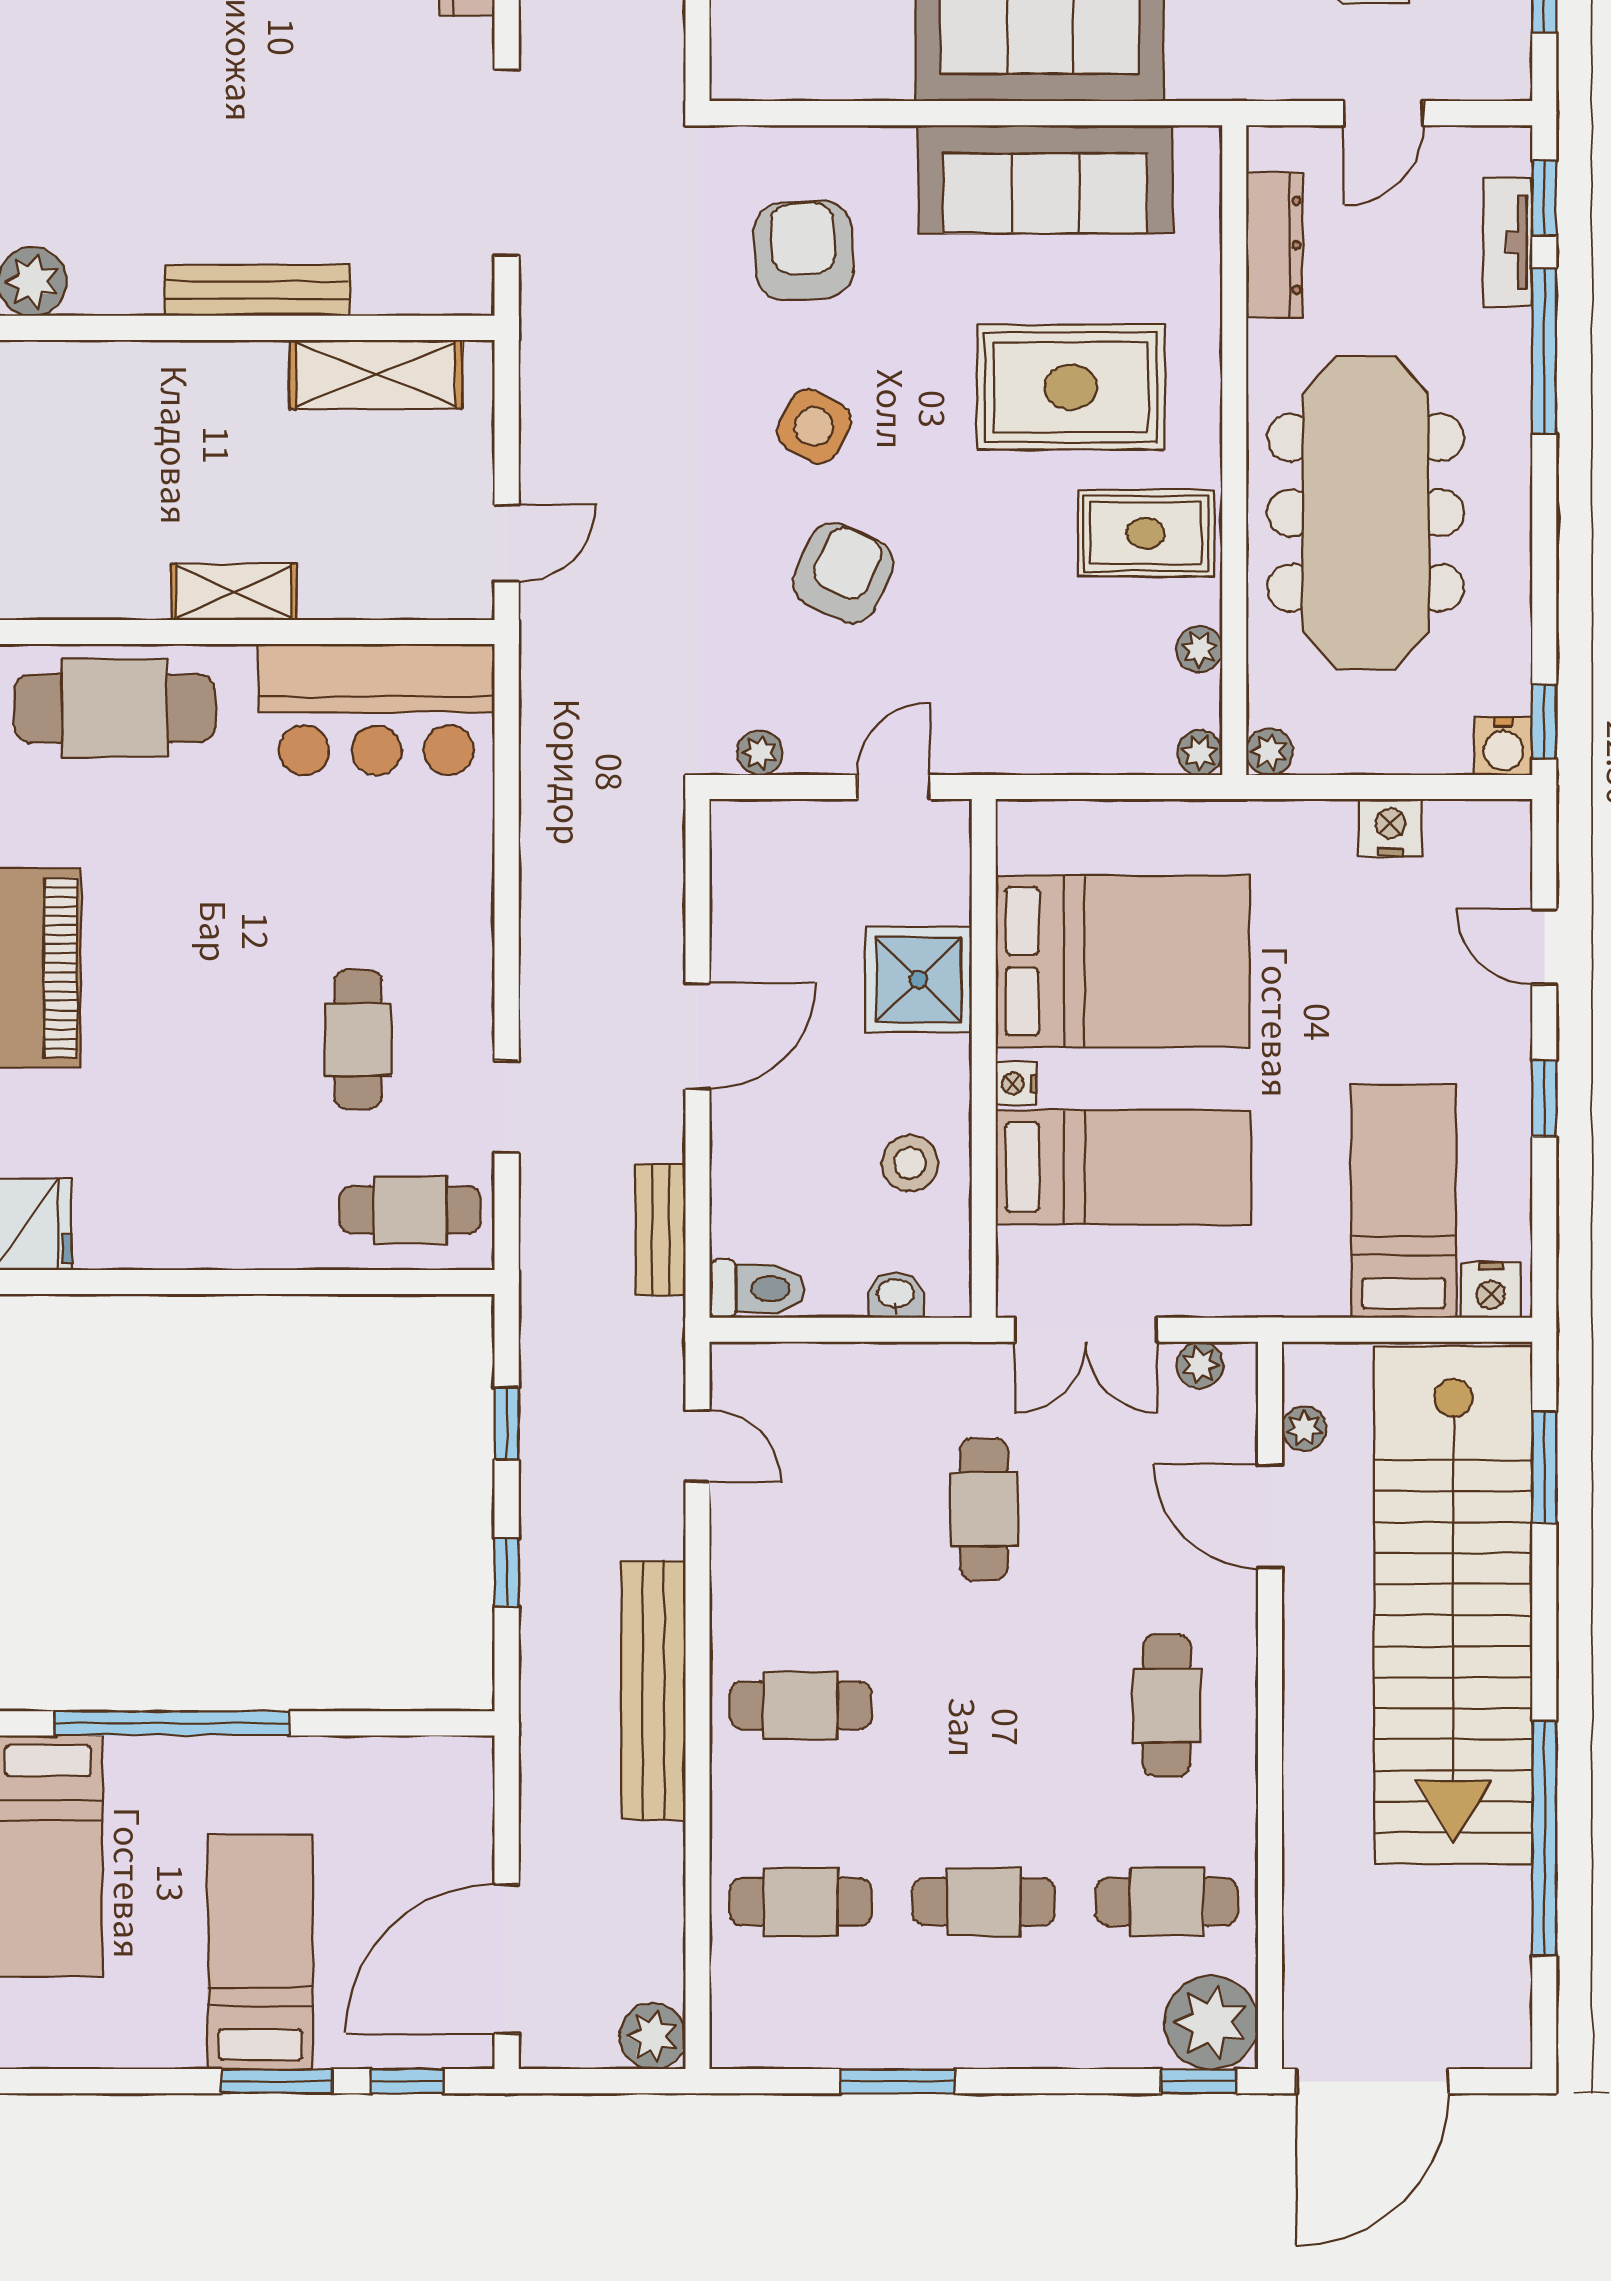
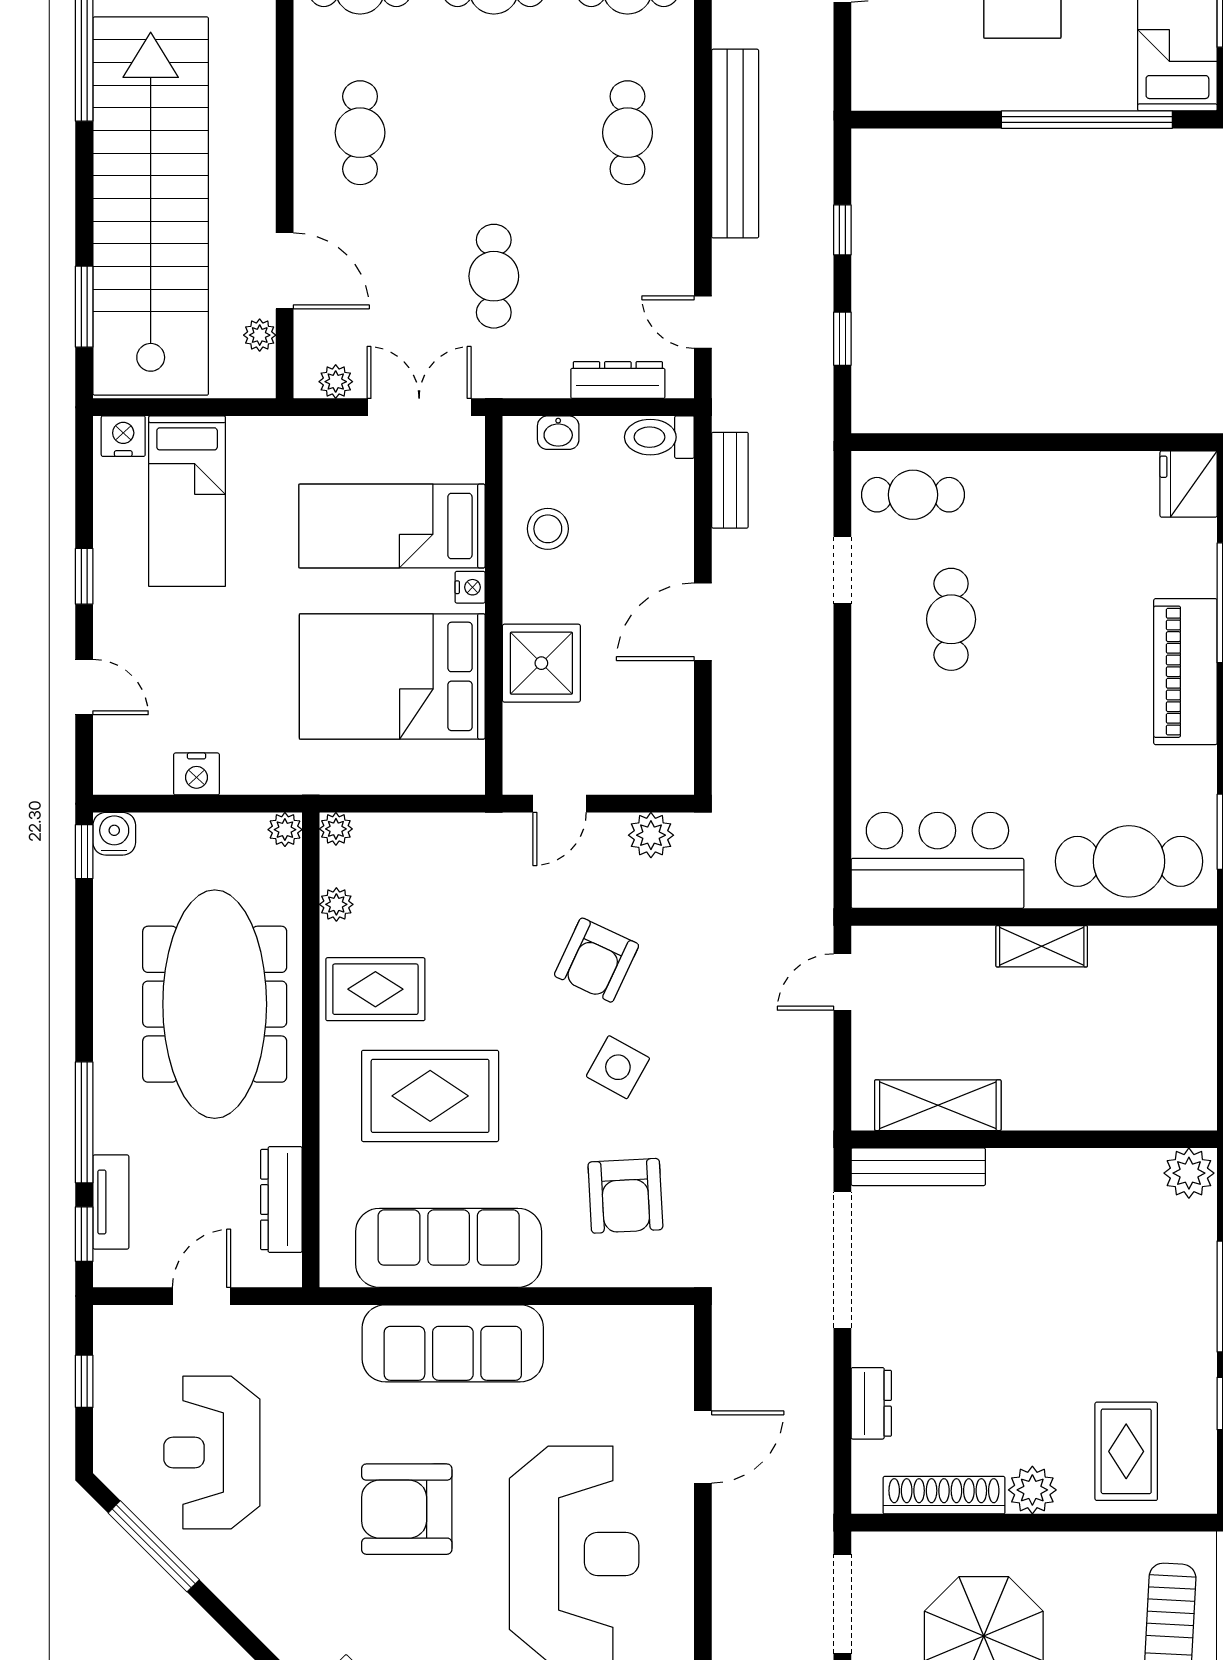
bench: (257, 290) -> (918, 1167), moved
plant: (760, 753) -> (651, 835), width x1.38, depth x1.38
dresser: (814, 1367) -> (618, 380), added
cafe table: (801, 1705) -> (627, 133), turned 90

